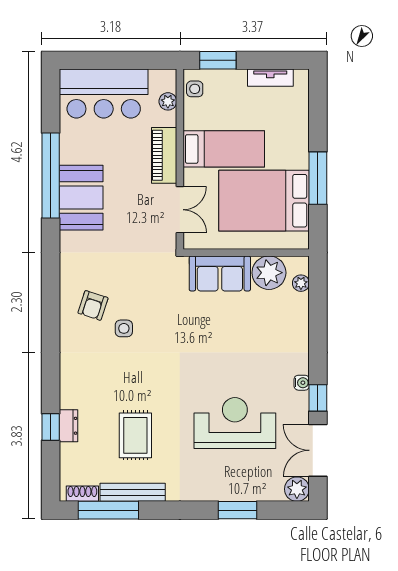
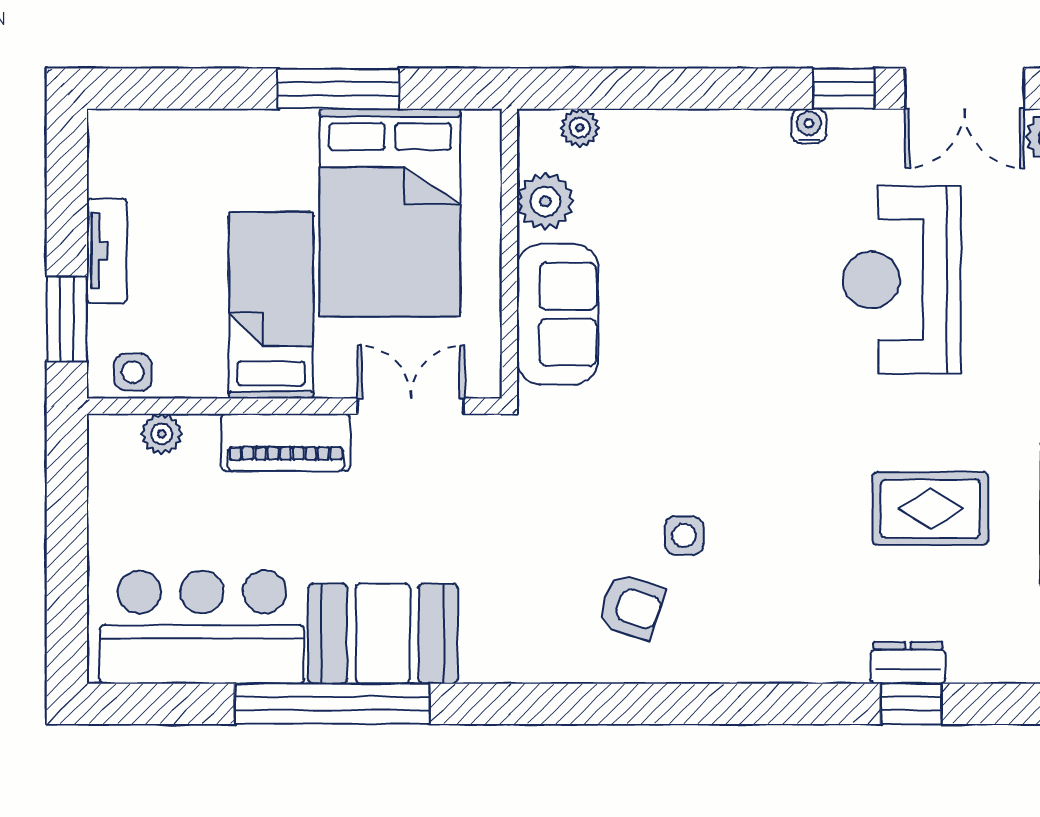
tv unit: (270, 78) -> (107, 251), moved
bar counter: (104, 94) -> (202, 627), moved, turned -90
plant: (269, 273) -> (545, 201), width x0.73, depth x0.73

